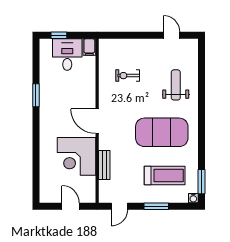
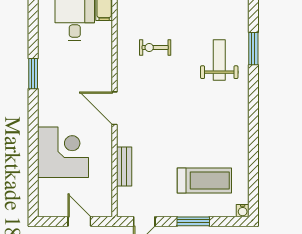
exercise mat: (162, 132) -> (201, 123), removed
corner desk: (76, 156) -> (63, 152), moved, turned 180
window: (201, 182) -> (253, 49), moved

